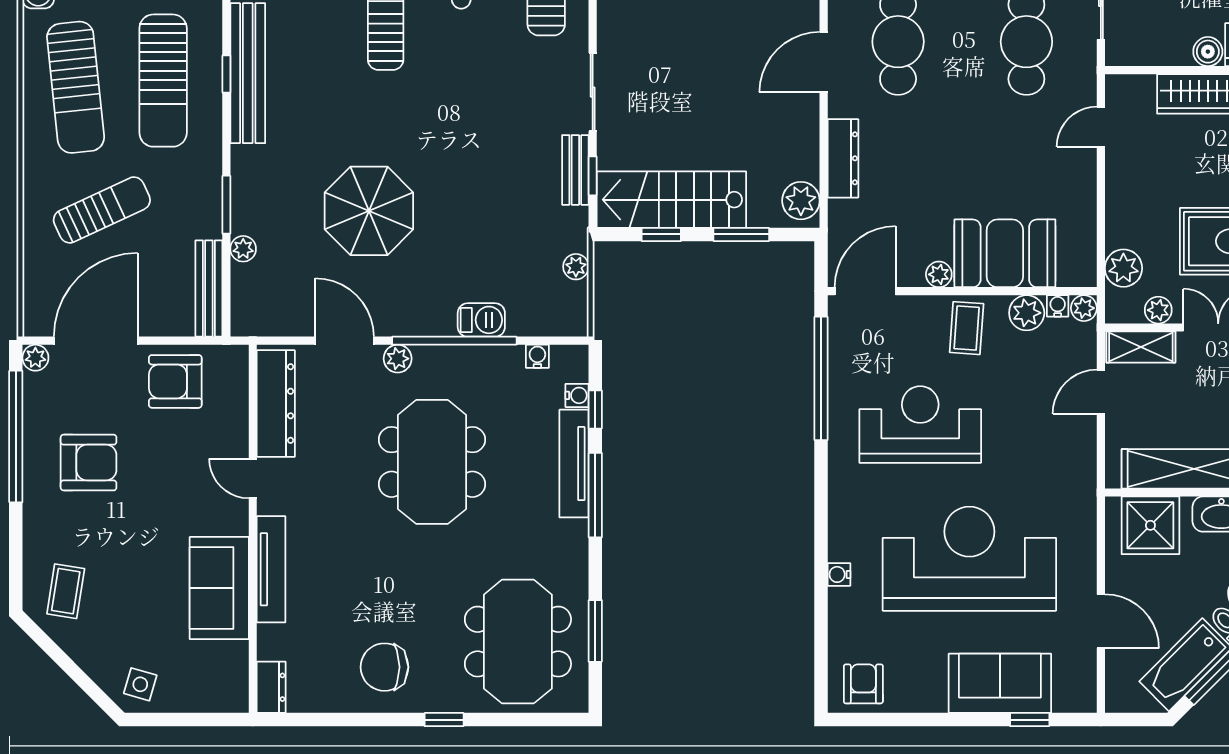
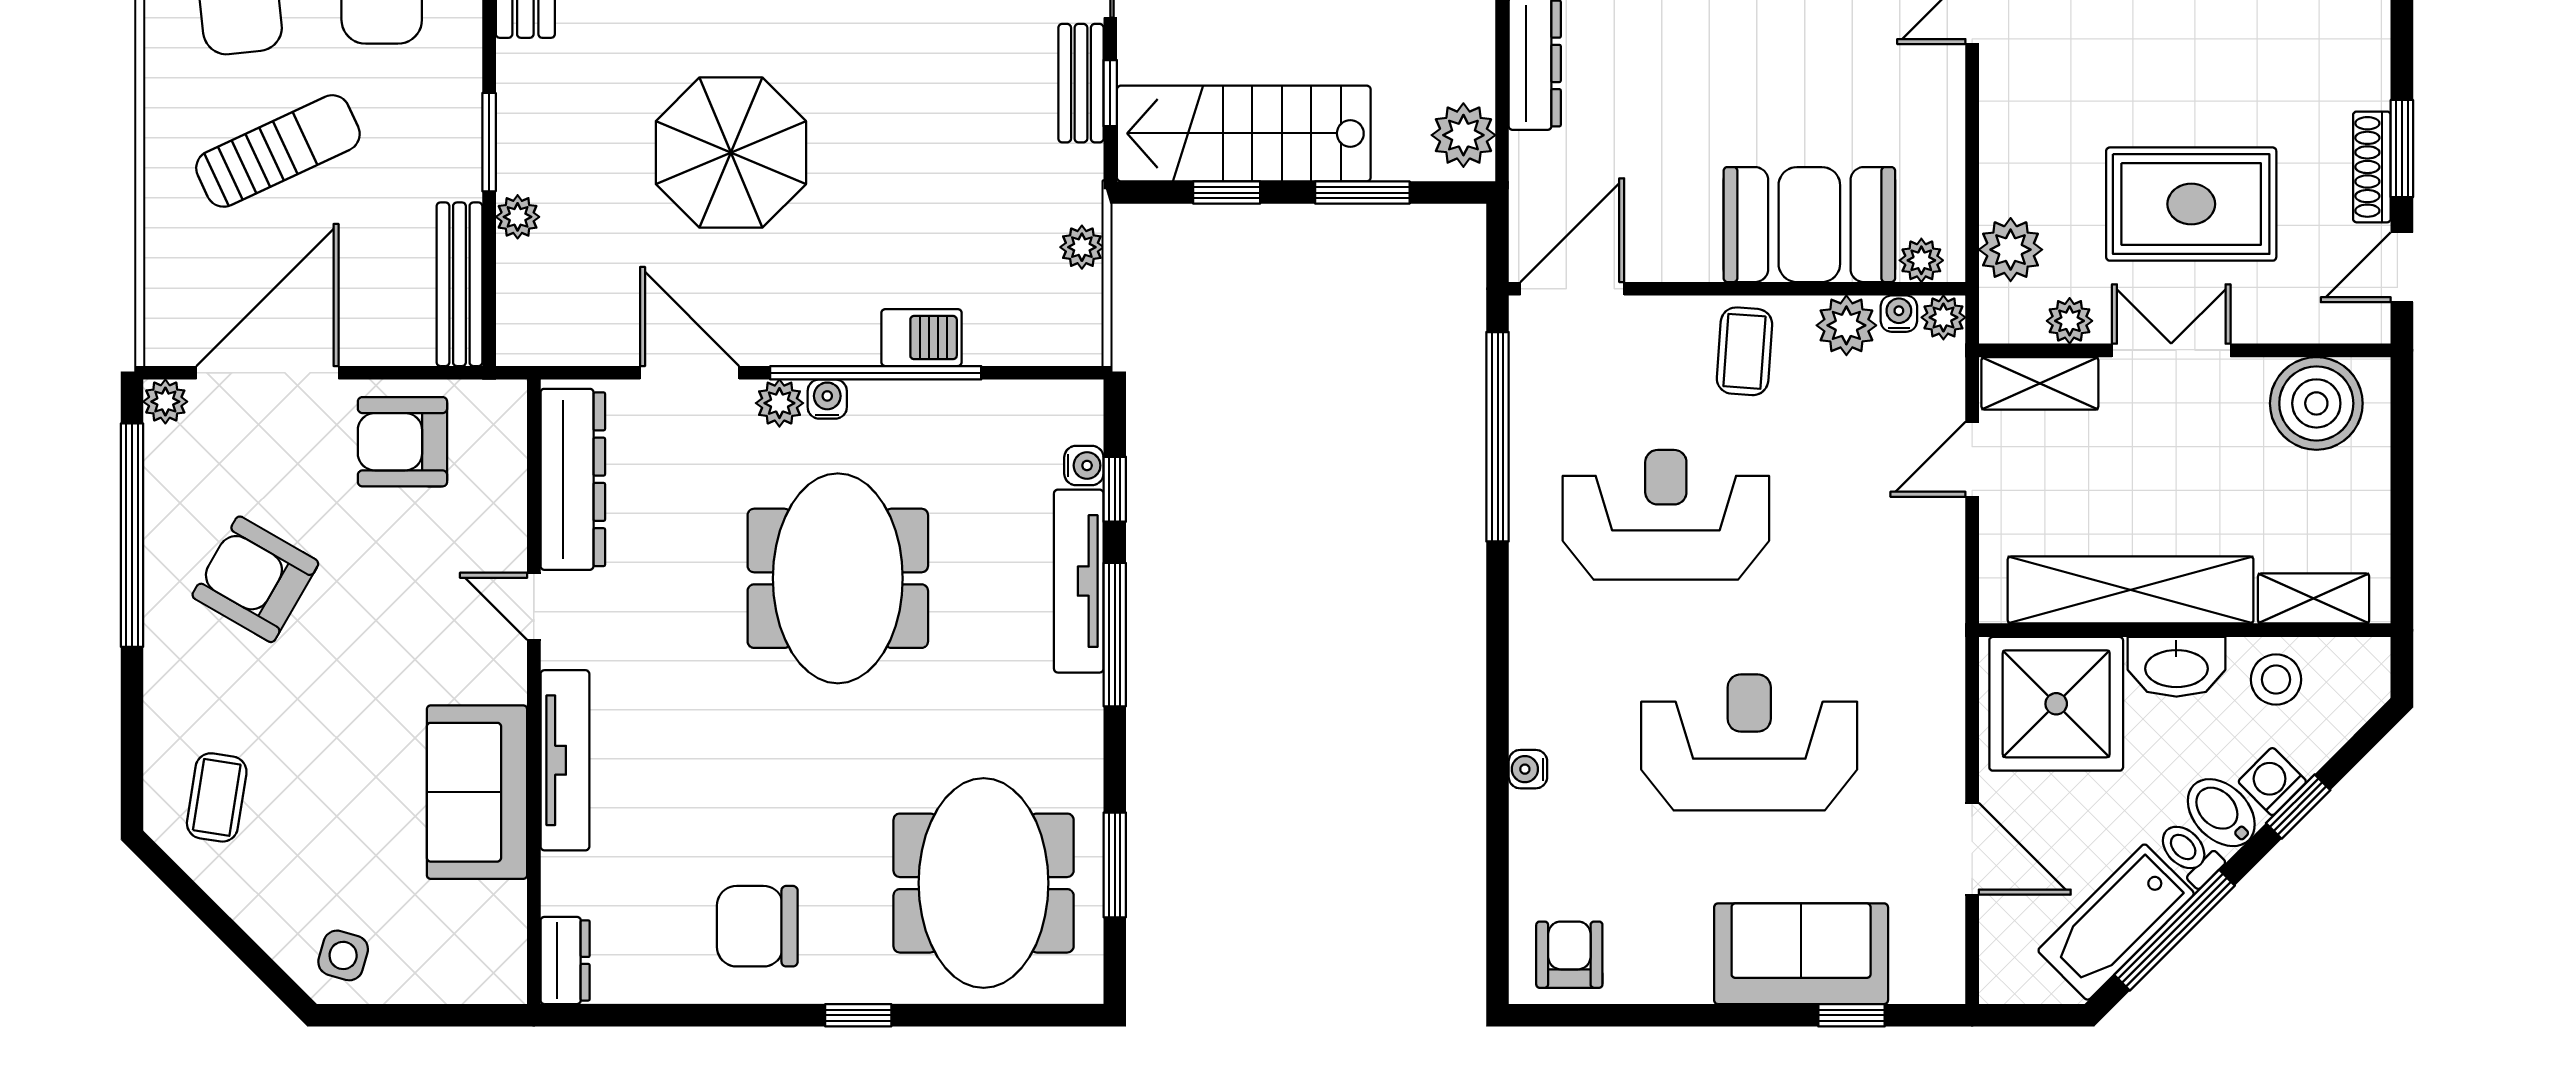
plant: (939, 274) -> (1921, 260), moved
water cooler: (537, 356) -> (827, 399), moved
armchair: (89, 463) -> (255, 579), turned -150
shower: (1150, 525) -> (2056, 704), width x1.37, depth x1.37
reception desk: (969, 559) -> (1749, 742), width x0.74, depth x0.77

